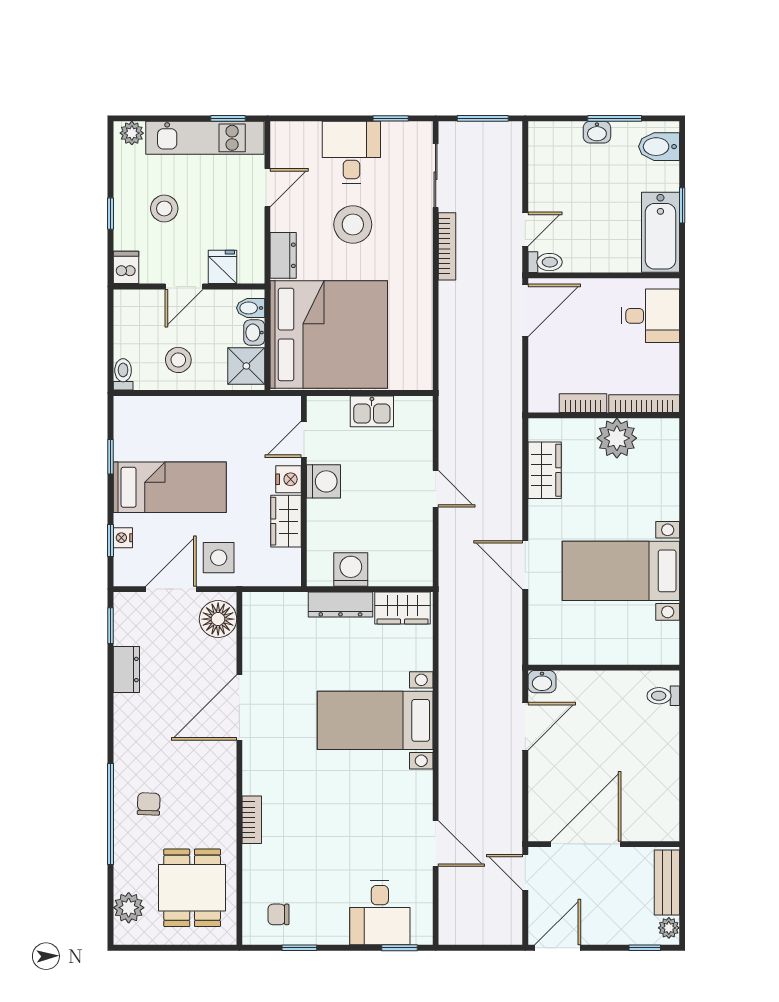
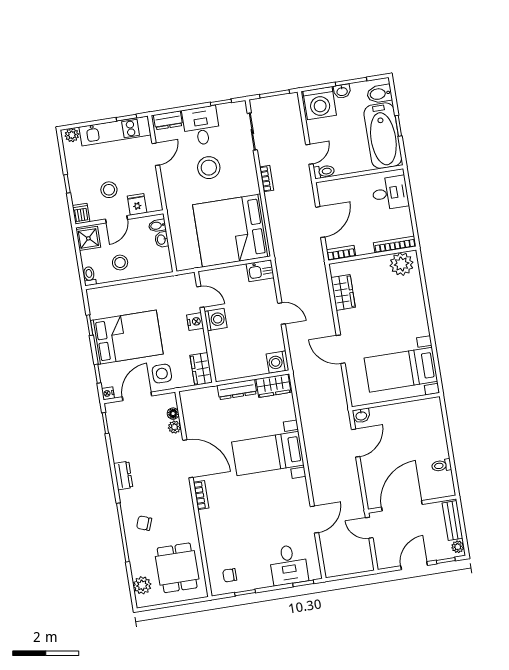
washing machine: (556, 146) -> (320, 103), added
stool: (164, 208) -> (109, 190), moved
bathtub: (660, 232) -> (383, 136), width x1.36, depth x1.36
bookcase: (447, 246) -> (267, 179), width x0.64
dresser: (283, 255) -> (168, 120), moved, turned 90
door: (525, 310) -> (320, 222), moved
bed: (329, 334) -> (232, 231), moved, turned 180
shower: (246, 366) -> (88, 238), moved
bookcase: (583, 403) -> (341, 253), moved
kitchen sink: (372, 411) -> (260, 271), moved
plant: (617, 438) -> (402, 264), moved
door: (304, 439) -> (200, 297), swing flipped
bed: (170, 487) -> (127, 337), width x1.50
wardrobe: (286, 521) -> (201, 369), moved
nightstand: (123, 538) -> (108, 393), moved
washing machine: (351, 569) -> (278, 362), moved, turned -90
bed with nightstands: (621, 571) -> (401, 370), moved
floor lamp: (218, 619) -> (173, 414), width x0.53, depth x0.53
plant: (226, 651) -> (175, 427), added
dresser: (126, 670) -> (123, 475), moved
toilet: (663, 696) -> (441, 465), moved
door: (239, 708) -> (188, 459), swing flipped
chair: (149, 804) -> (144, 523), turned -71
bookcase: (252, 820) -> (201, 495), moved
door: (436, 843) -> (314, 519), hinge flipped
door: (558, 948) -> (414, 566), moved

